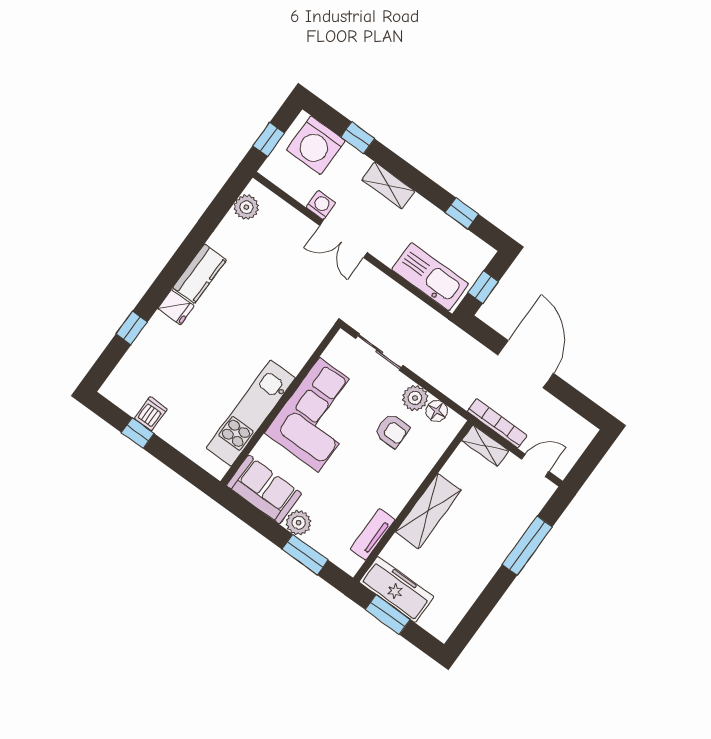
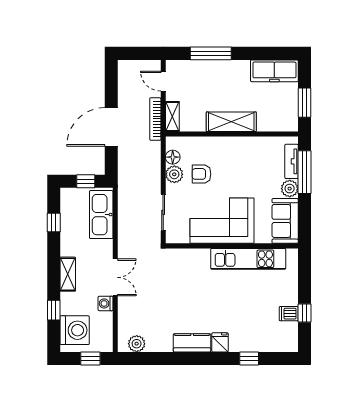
armchair: (392, 431) -> (201, 174), turned -90
tv unit: (373, 534) -> (292, 161), moved, turned 90
window: (305, 555) -> (305, 172), width x1.44
freezer: (396, 589) -> (274, 71), moved, turned -90

